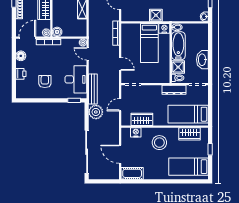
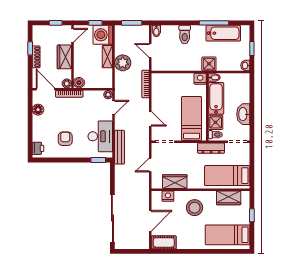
shower: (156, 15) -> (209, 64), moved
door: (27, 38) -> (45, 89), hinge flipped
bed: (149, 43) -> (192, 118), moved, turned 180
door: (88, 54) -> (114, 107), swing flipped
printer: (21, 74) -> (38, 148), moved
plant: (96, 112) -> (123, 63), moved
door: (120, 154) -> (150, 221), swing flipped

